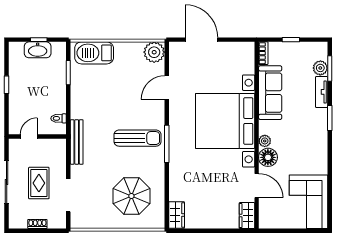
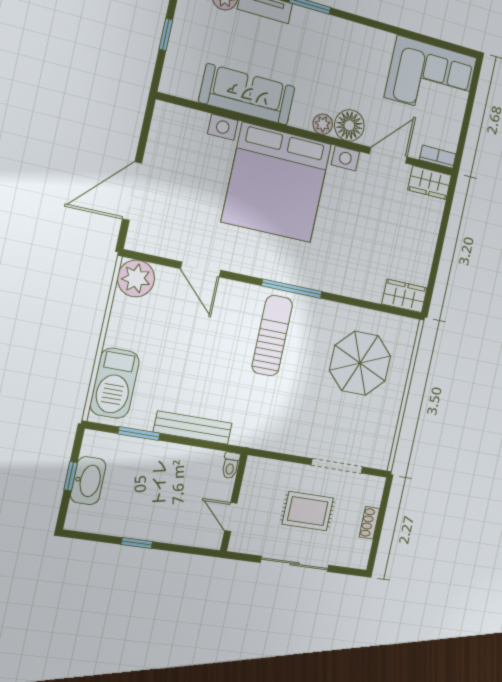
bookcase: (263, 53) -> (438, 157), moved
toilet: (59, 118) -> (230, 465), moved
bench: (77, 142) -> (193, 428), moved

